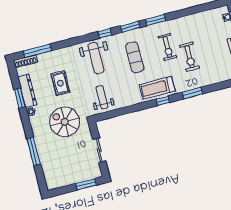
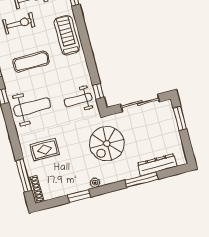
rug: (60, 83) -> (45, 150), moved
treadmill: (157, 88) -> (67, 35), turned 180
dresser: (27, 91) -> (157, 165), moved
window: (163, 101) -> (98, 91), moved
sliding door: (99, 150) -> (140, 103), width x1.37

